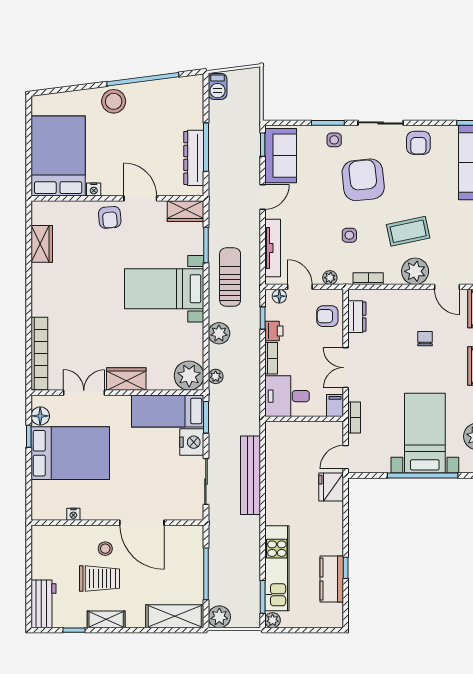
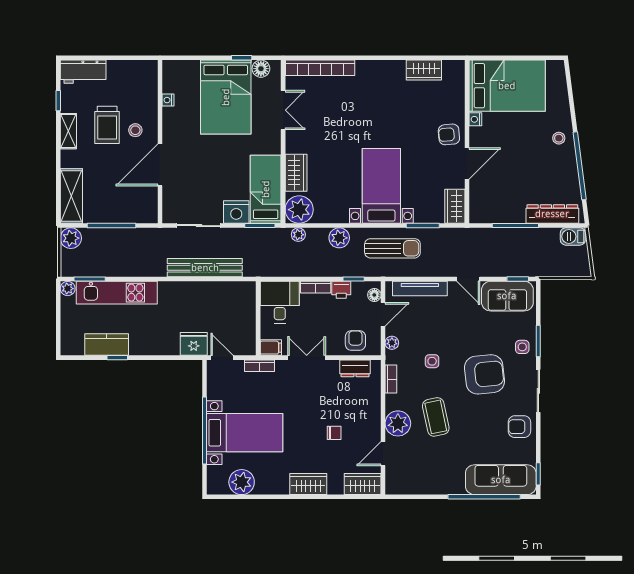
stool: (114, 101) -> (559, 138), width x0.53, depth x0.53
dresser: (194, 158) -> (552, 214), moved
wardrobe: (126, 379) -> (296, 173), moved

